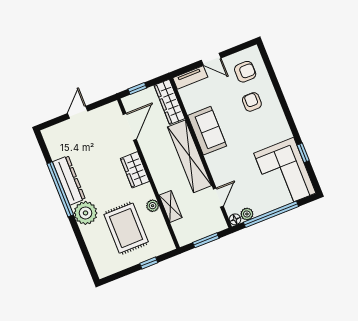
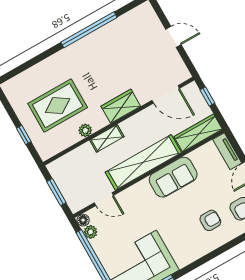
dresser: (69, 180) -> (100, 38), removed
shelving: (171, 206) -> (107, 138), moved
plant: (86, 213) -> (68, 60), removed

